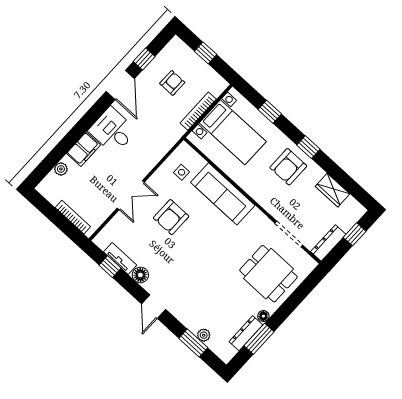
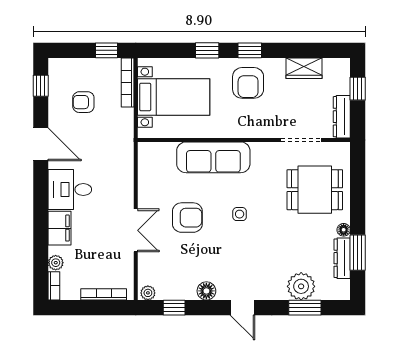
window: (206, 53) -> (107, 50), moved
window: (144, 59) -> (41, 86), moved
armchair: (172, 83) -> (83, 102), turned -90
bookcase: (198, 111) -> (128, 82), moved
window: (270, 112) -> (207, 50), moved
side table: (182, 172) -> (240, 214), moved
bookcase: (46, 183) -> (54, 286), added
armchair: (171, 217) -> (187, 218), turned -90
plant: (102, 242) -> (148, 293), added
tv unit: (120, 258) -> (176, 293), removed
plant: (204, 335) -> (301, 286), width x1.88, depth x1.88

